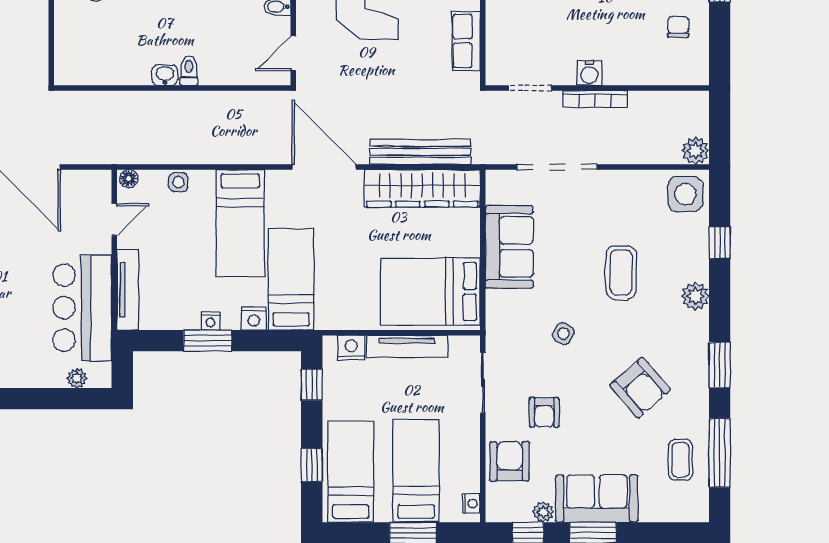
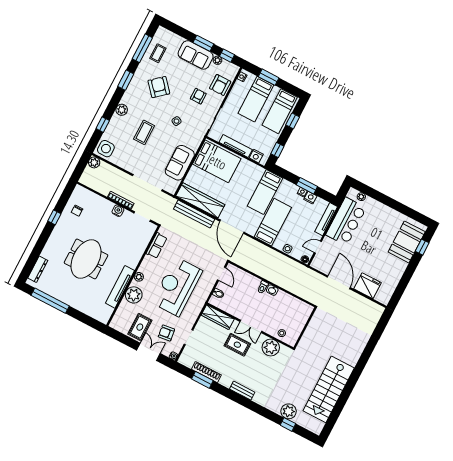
door: (293, 53) -> (222, 274), hinge flipped
nightstand: (254, 319) -> (310, 198), moved

